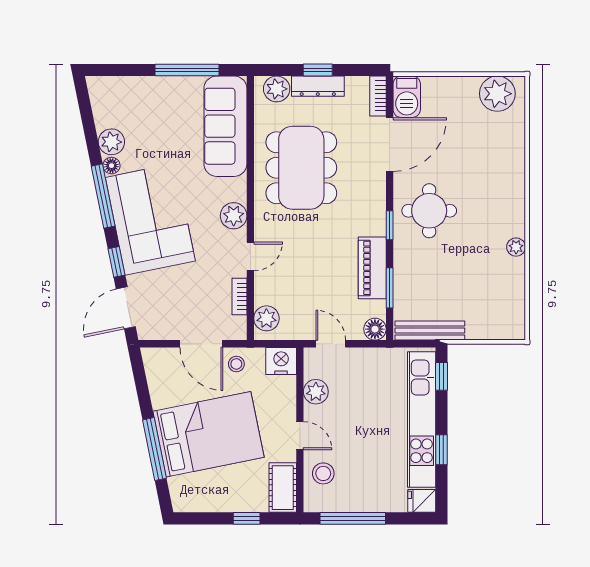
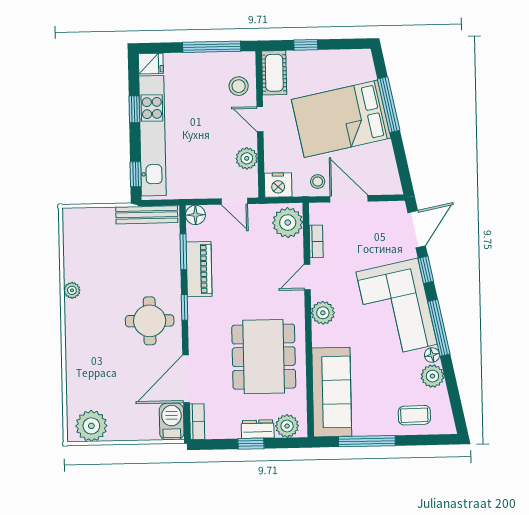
dresser: (318, 86) -> (258, 429), width x0.70
coffee table: (133, 98) -> (414, 415), added
plant: (266, 318) -> (288, 223), width x1.36, depth x1.36

